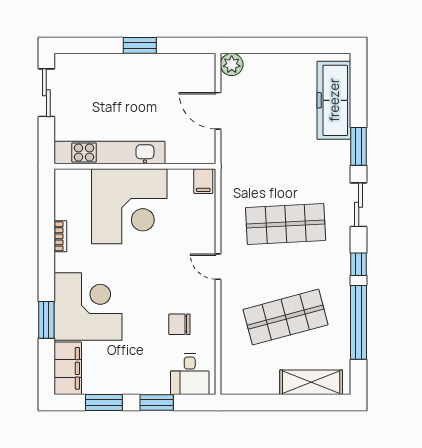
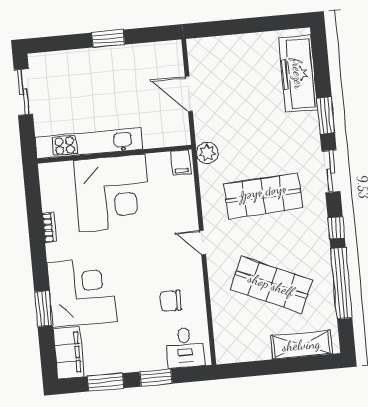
plant: (232, 64) -> (207, 153), moved
shop shelf: (286, 317) -> (271, 285), turned 39

